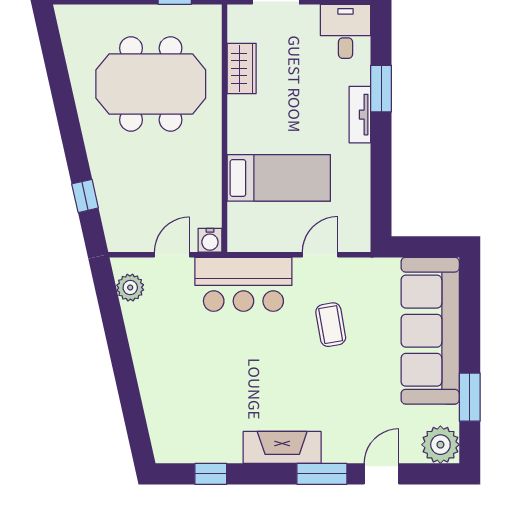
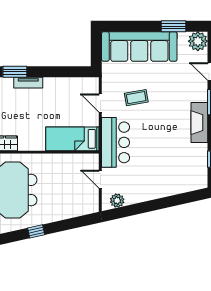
bed: (279, 178) -> (72, 139), moved, turned -90
window: (85, 196) -> (36, 231), moved
water cooler: (210, 240) -> (93, 160), removed

